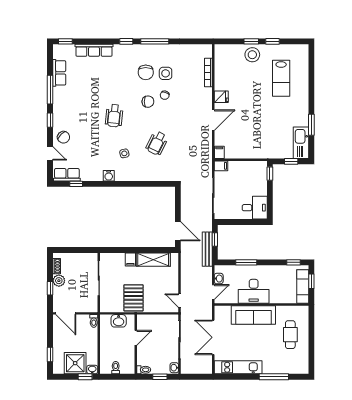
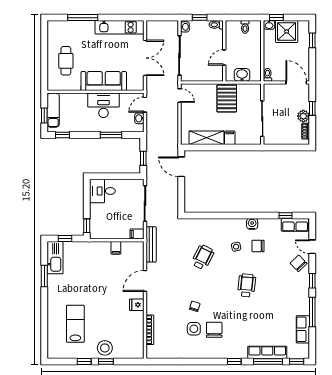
window: (155, 41) -> (268, 362), moved
chair: (148, 102) -> (258, 246), moved
filing cabinet: (219, 152) -> (116, 248), moved
bench: (207, 249) -> (151, 244), moved

